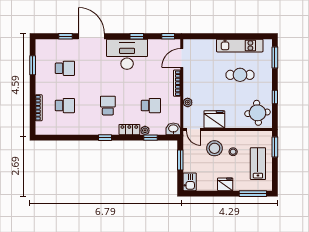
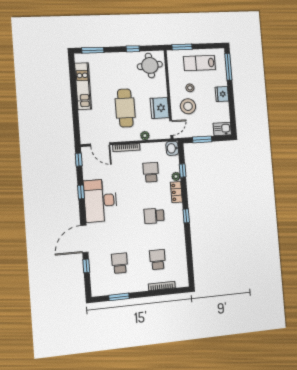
cafe table: (240, 75) -> (125, 108), moved, width x1.37, depth x1.35

